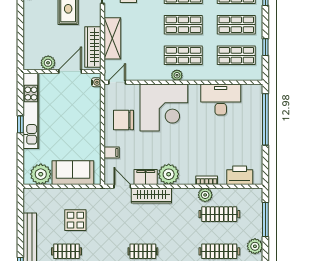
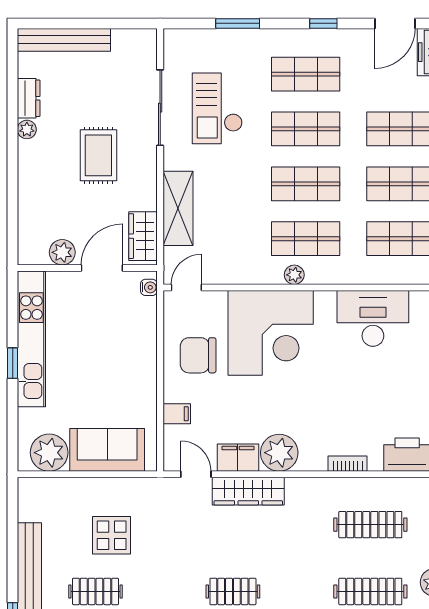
wardrobe: (93, 47) -> (143, 236), width x0.67
plant: (205, 195) -> (345, 490), removed

